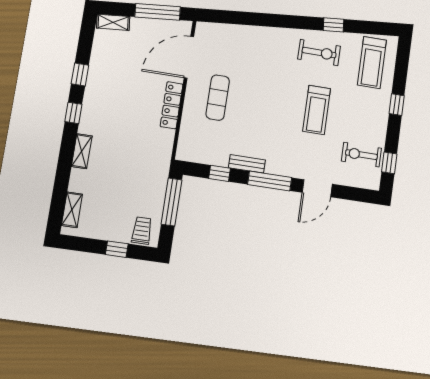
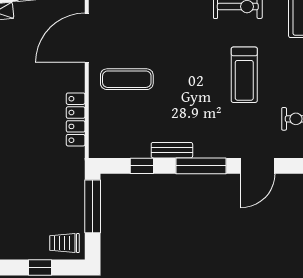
exercise mat: (218, 98) -> (127, 79), turned 90
locker: (172, 105) -> (76, 119), moved
trolley: (142, 231) -> (64, 243), turned -90

